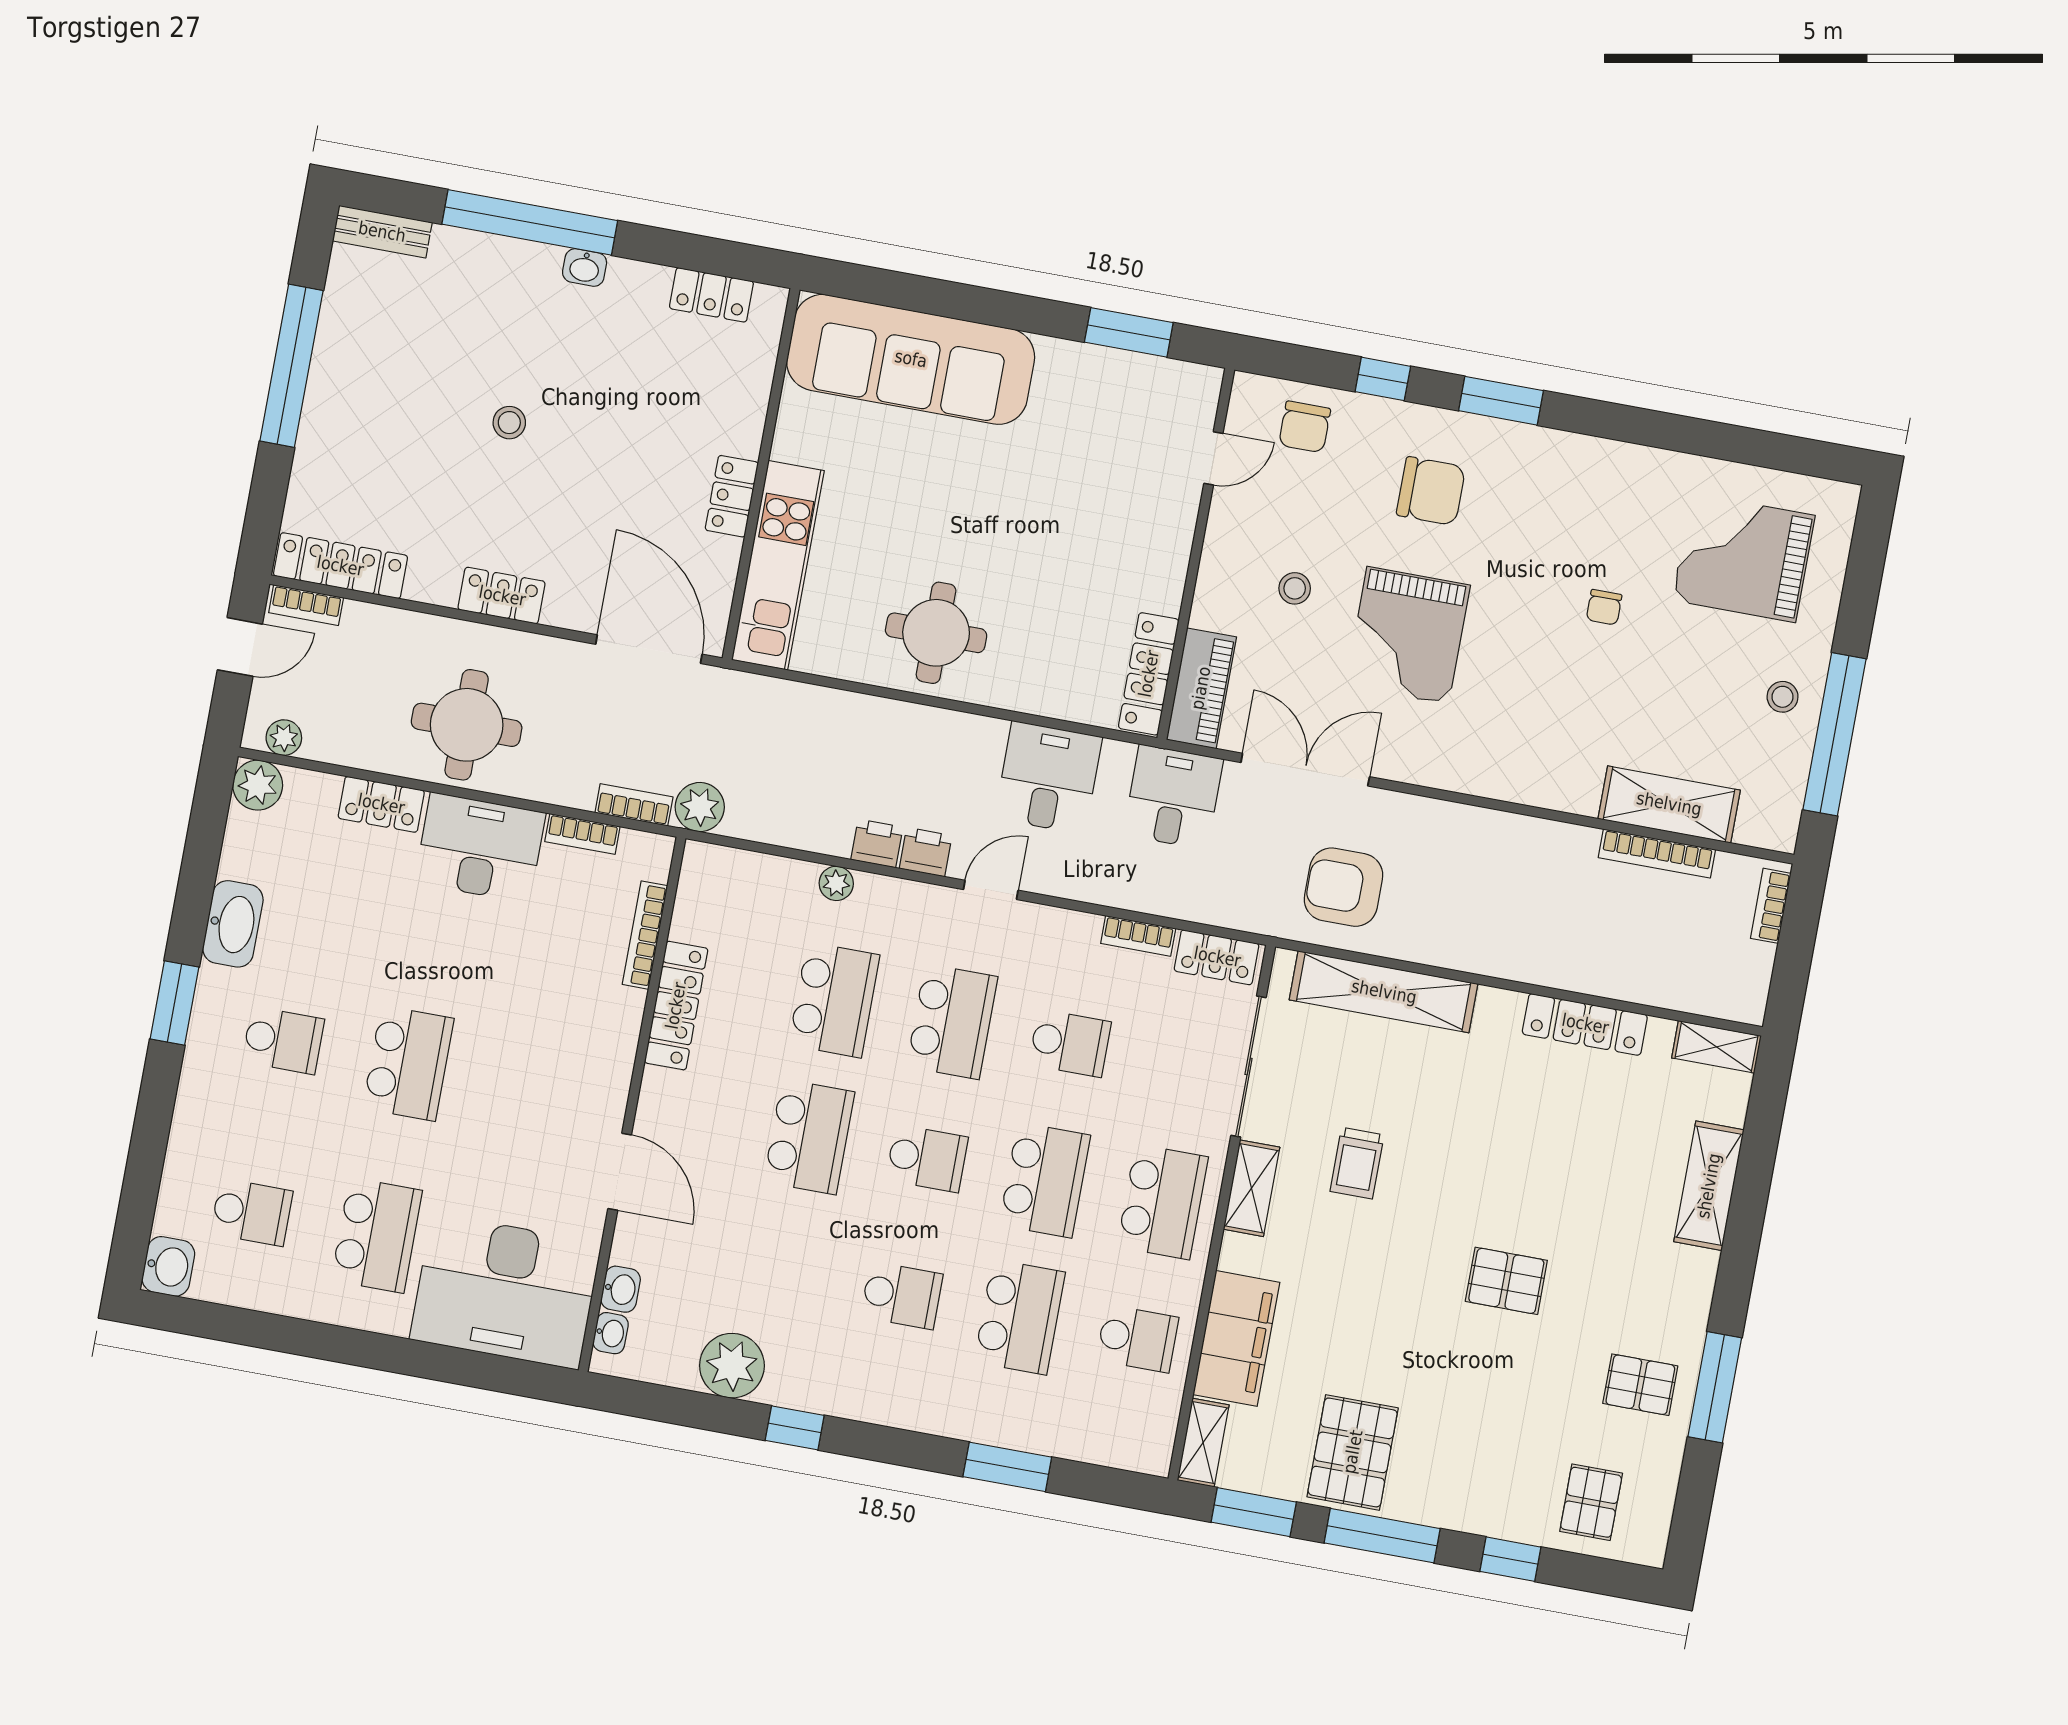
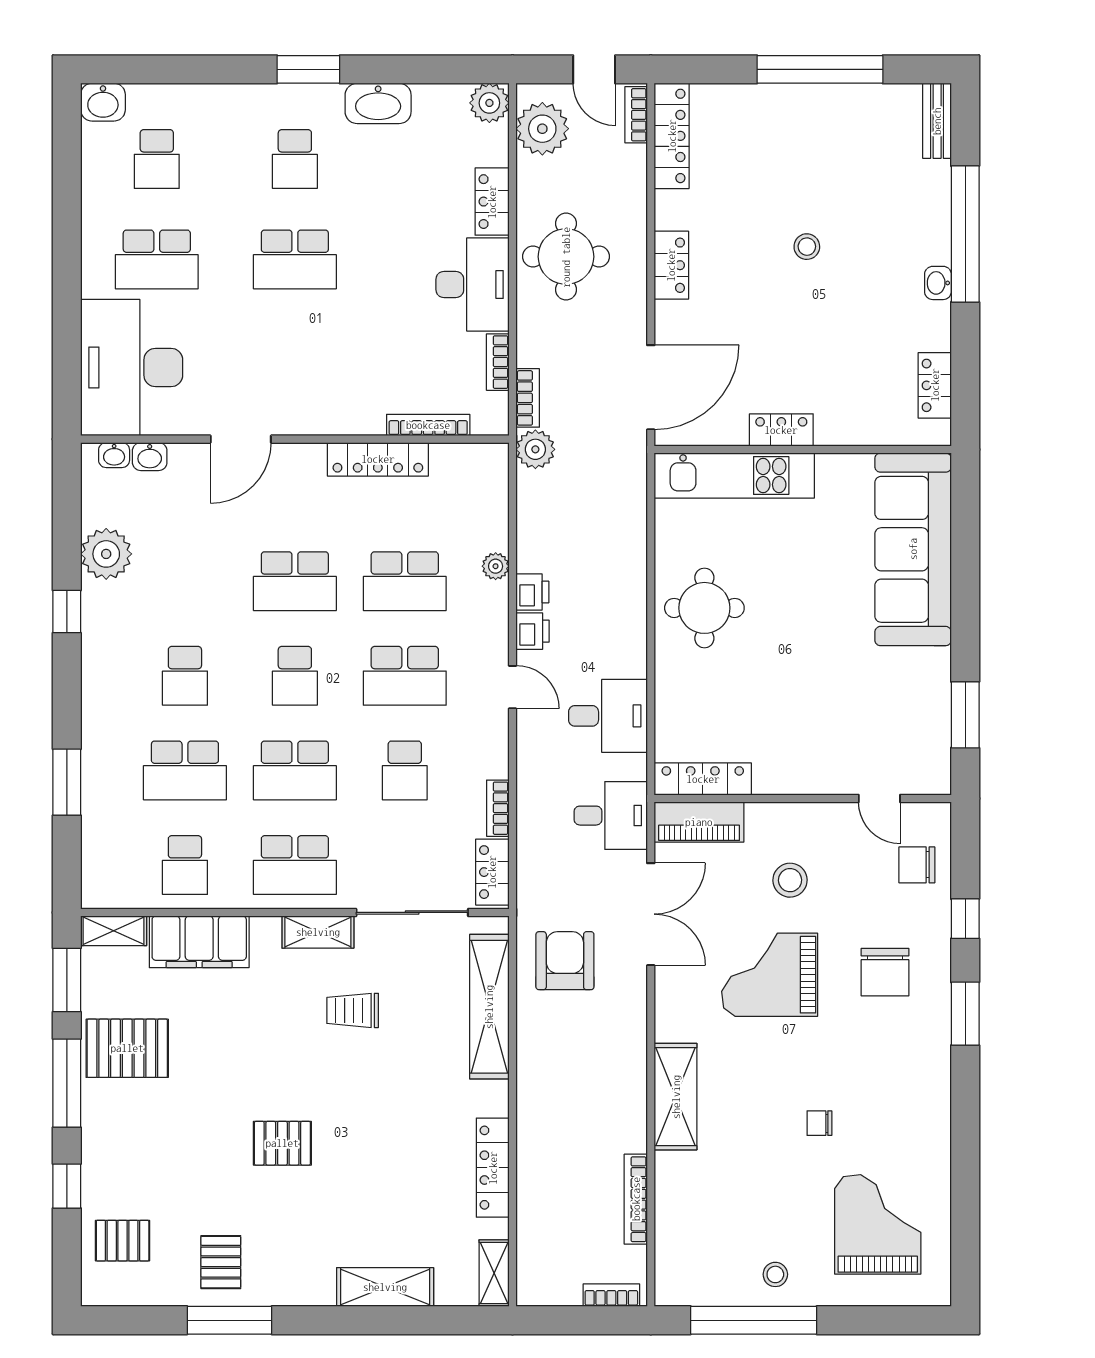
stool: (1295, 588) -> (790, 880), width x1.37, depth x1.37
plant: (284, 738) -> (542, 129), width x1.87, depth x1.87
shelving: (1669, 804) -> (676, 1097), moved
pallet: (1506, 1281) -> (282, 1143), turned 90

